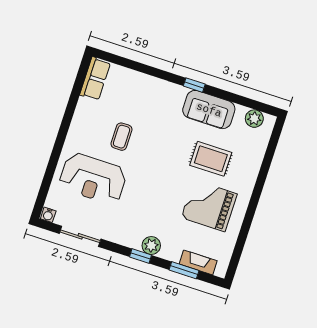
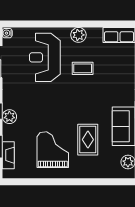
plant: (79, 128) -> (78, 35), added

